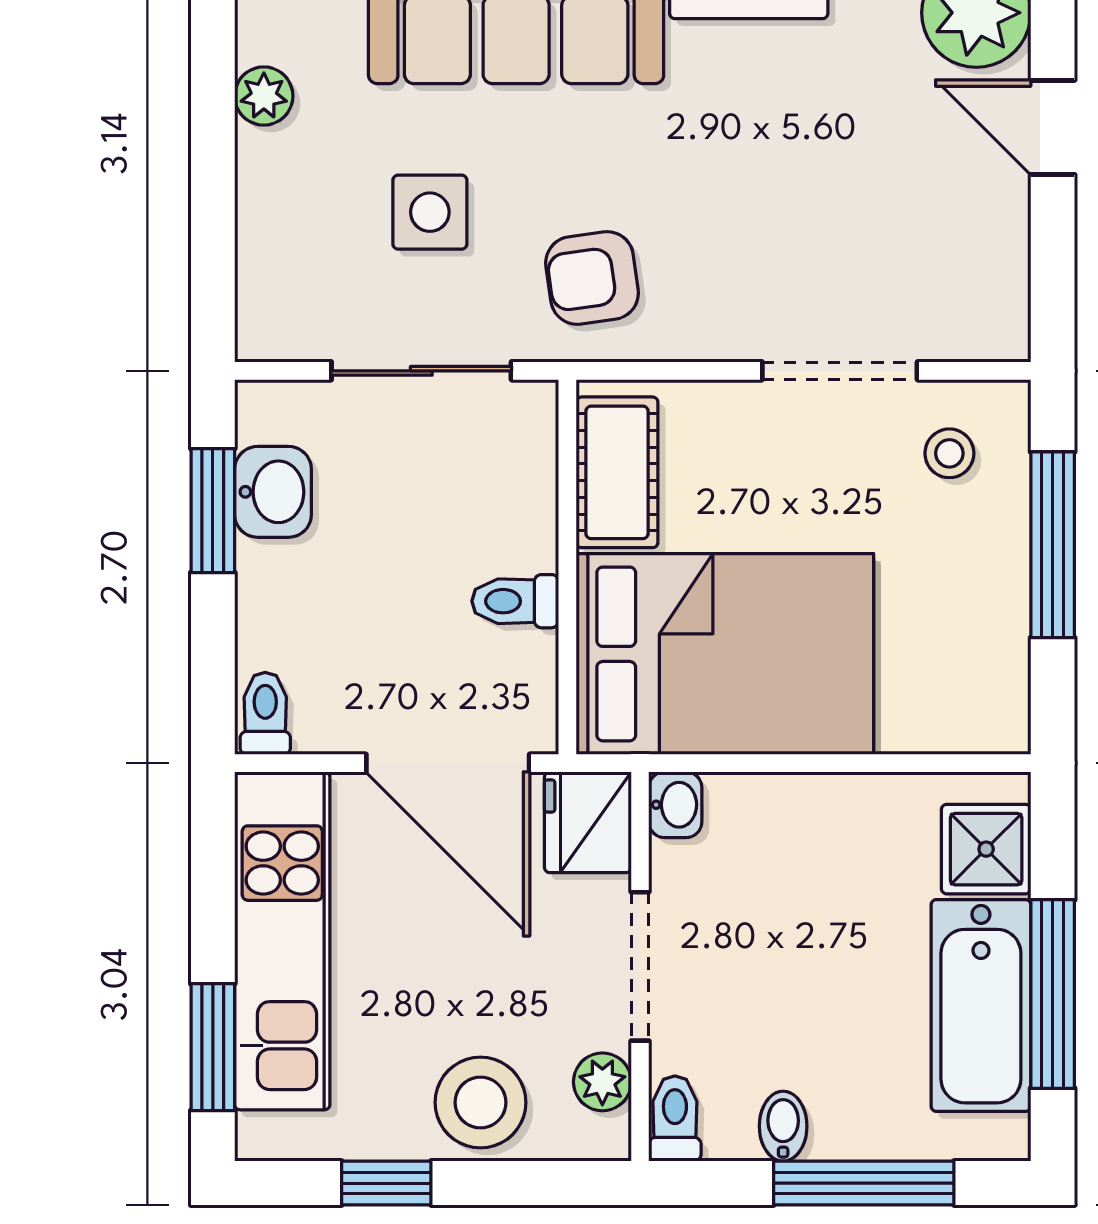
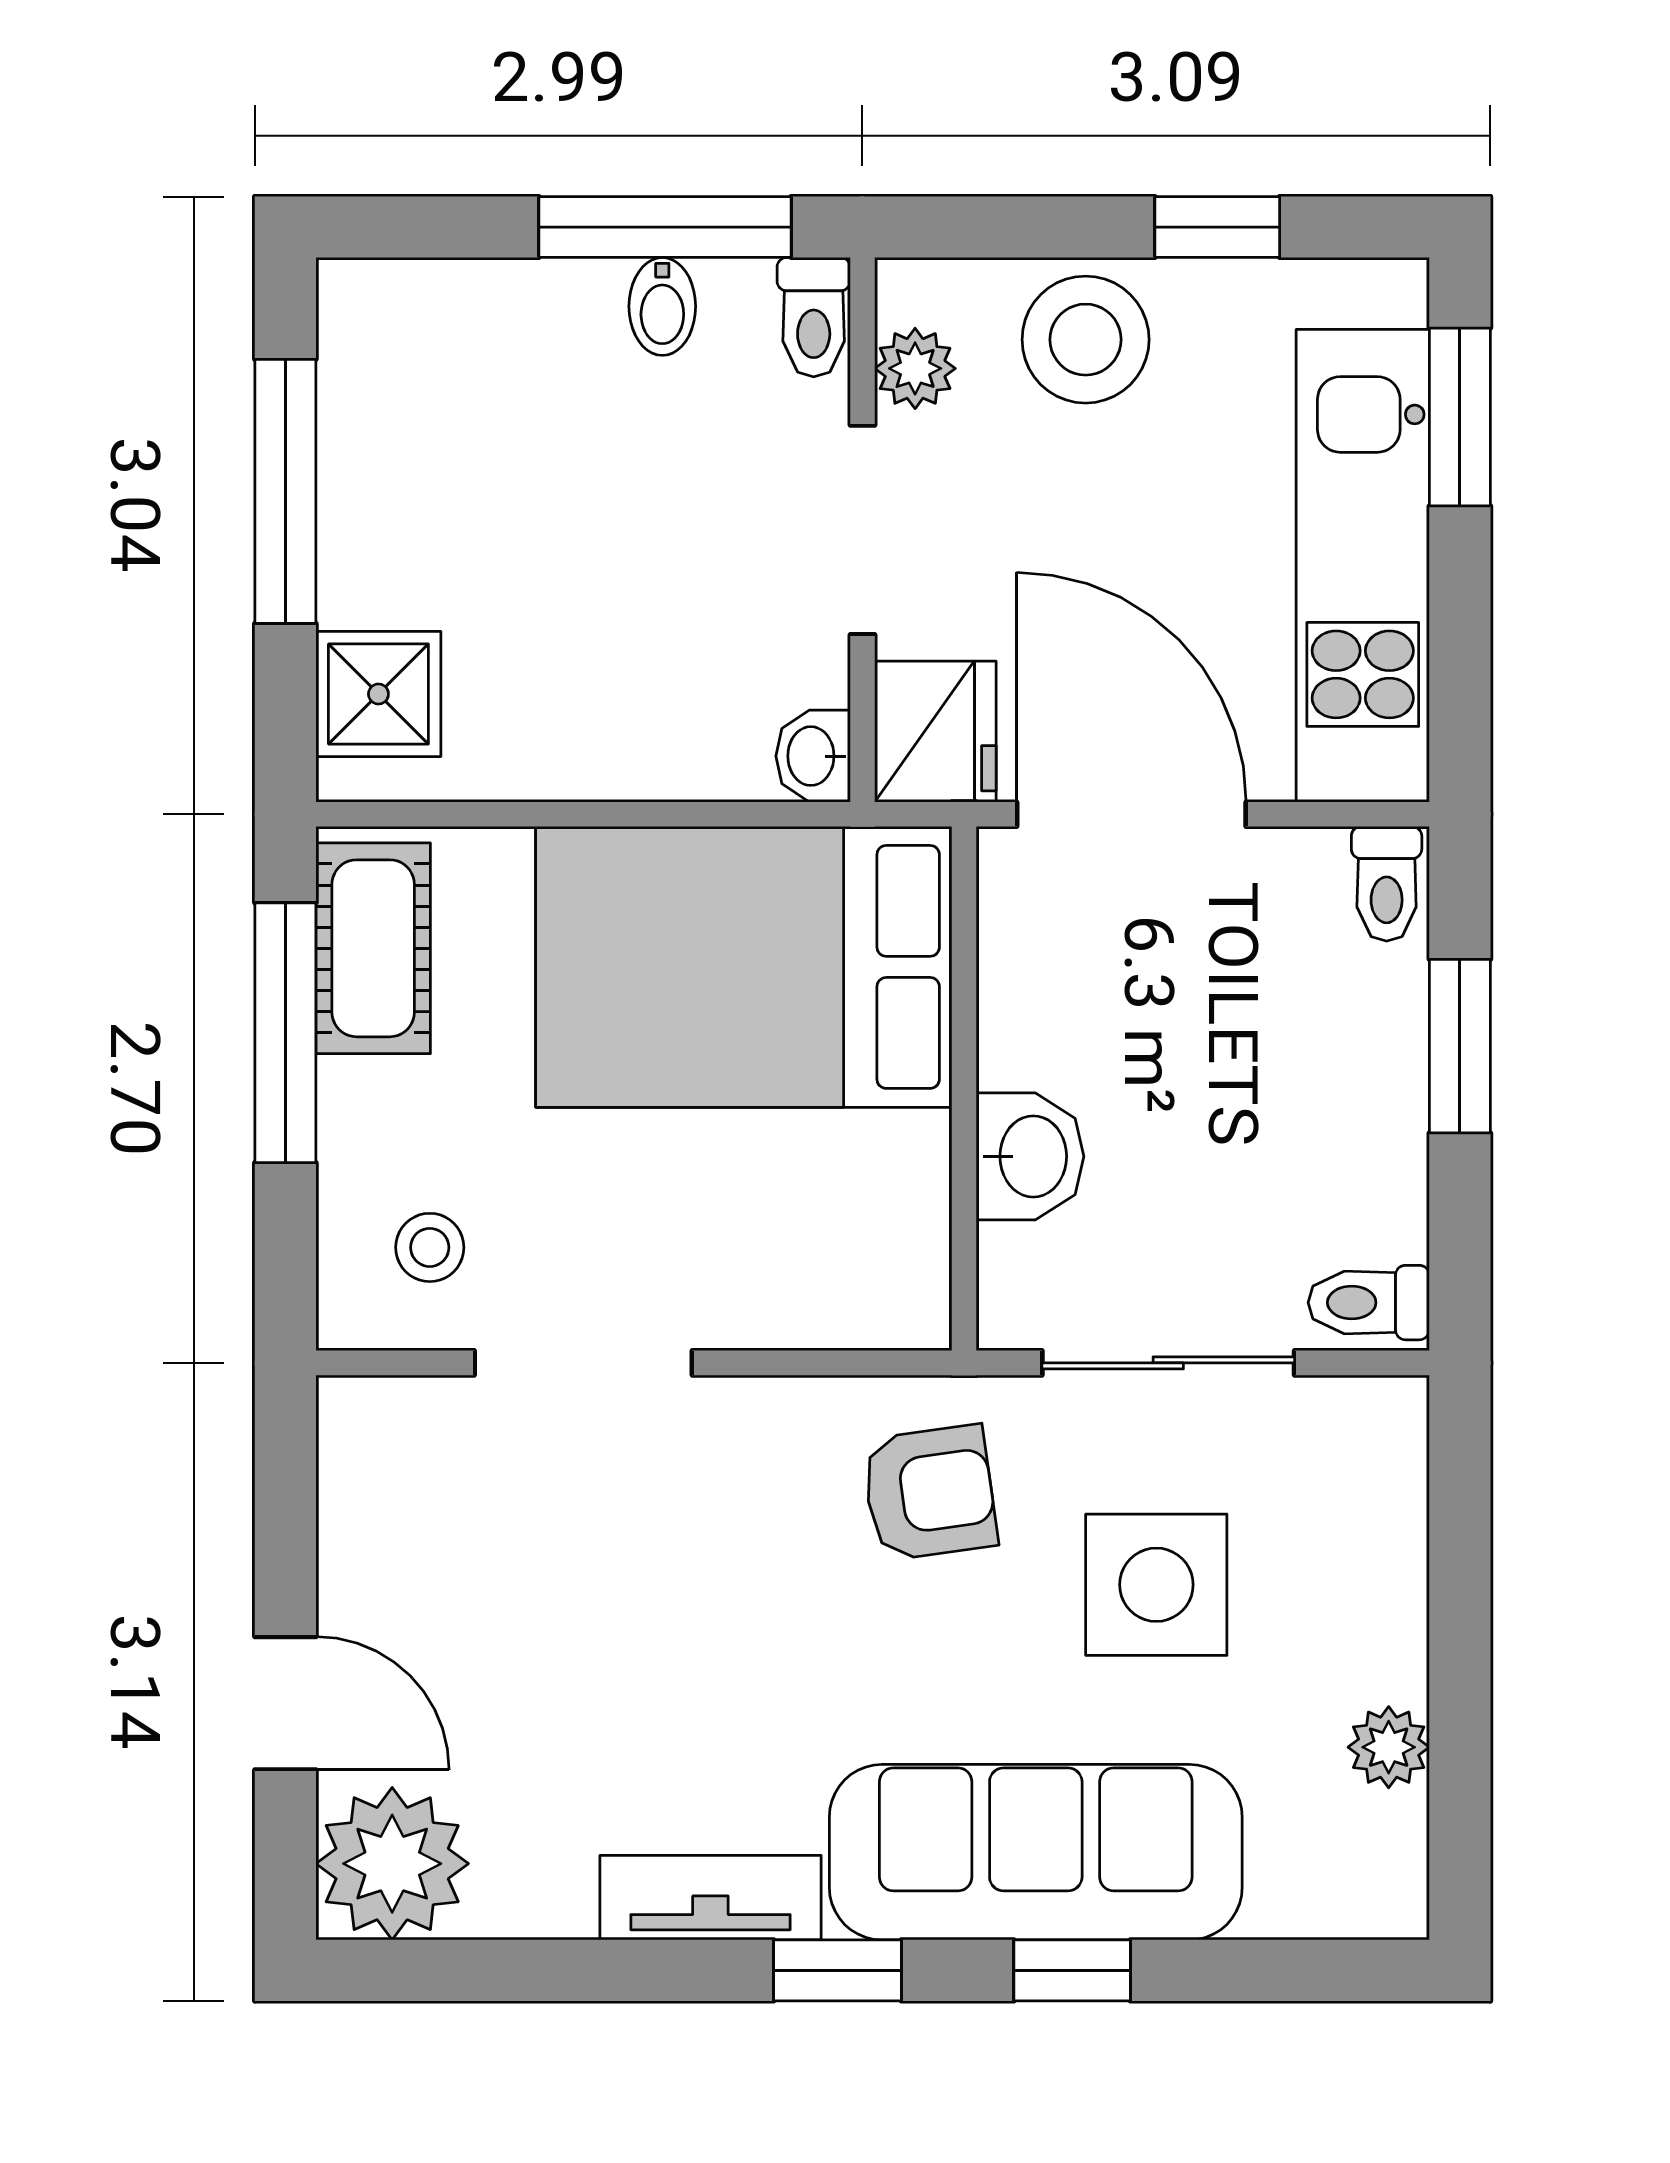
side table: (430, 212) -> (1156, 1585), width x1.37, depth x1.37
cot: (617, 472) -> (373, 948), moved
washbasin: (273, 492) -> (1030, 1156), moved, turned 180
window: (213, 511) -> (1460, 1046), moved
window: (1053, 545) -> (285, 1033), moved
toilet: (515, 601) -> (1369, 1303), moved, turned 180
bathtub: (981, 1005) -> (386, 475), removed
window: (864, 1183) -> (665, 227), moved

